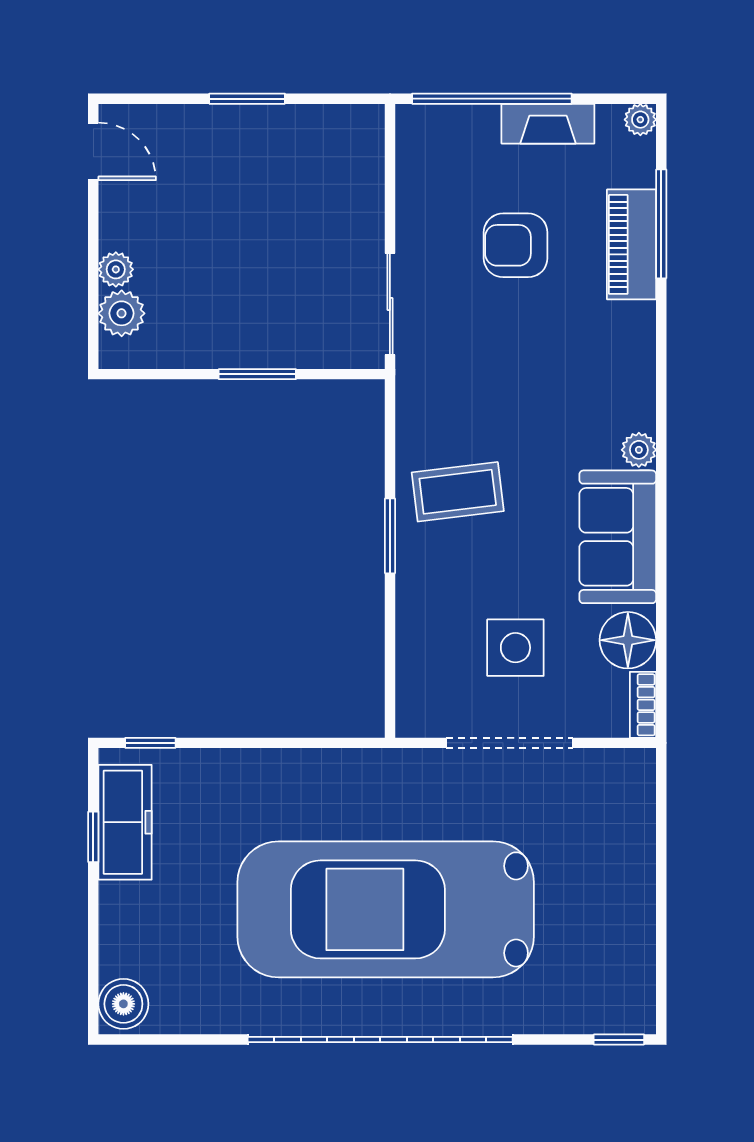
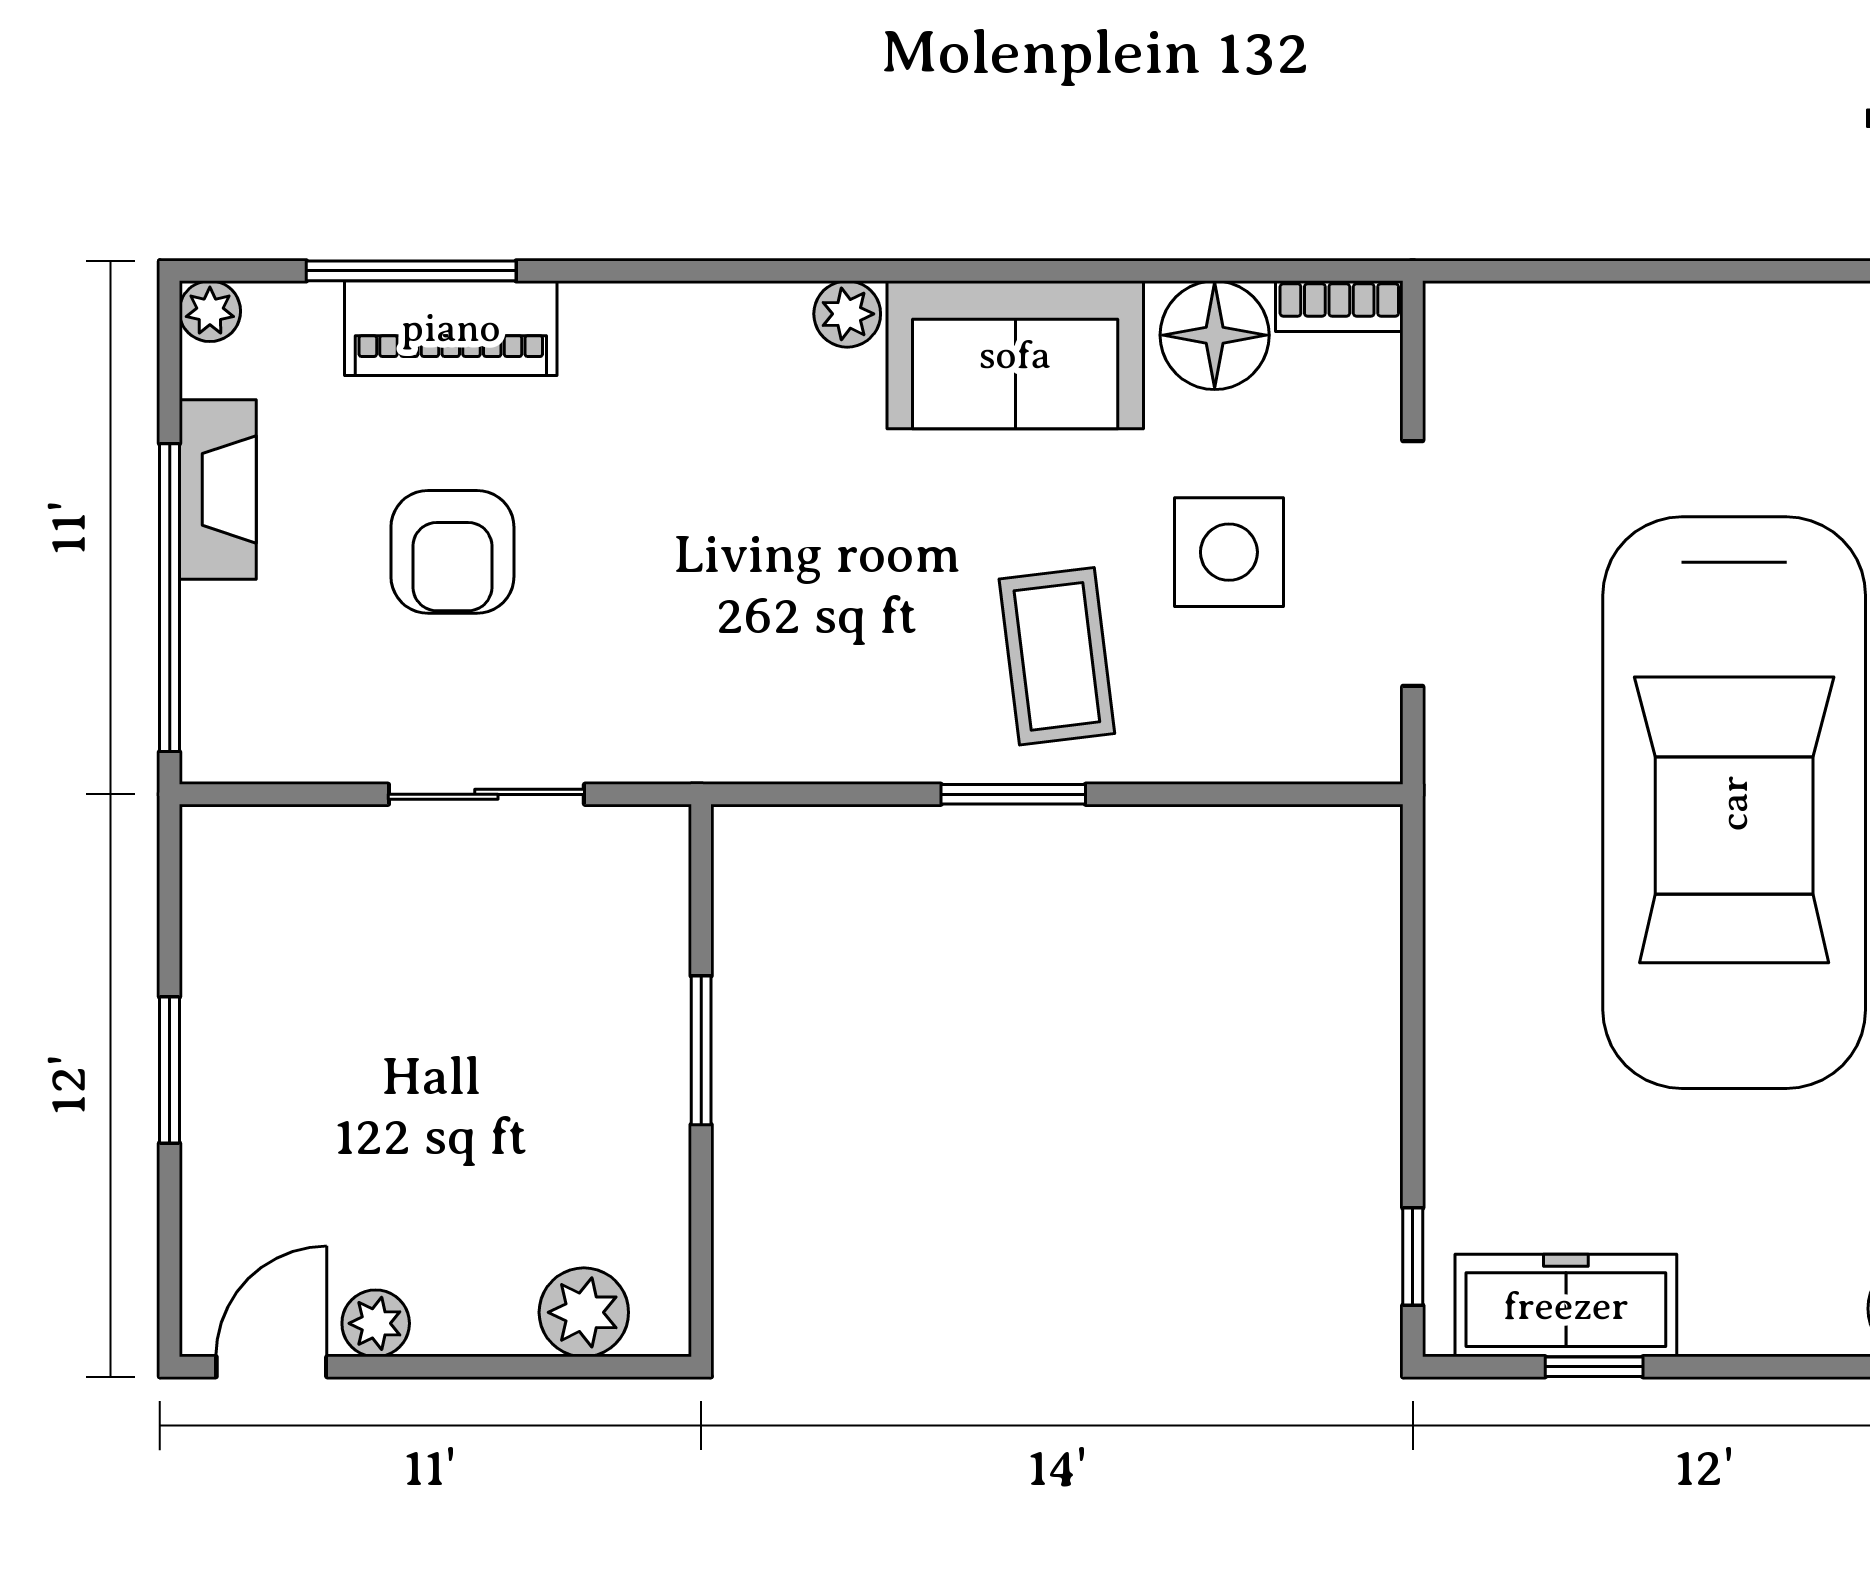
plant: (116, 269) -> (376, 1323), moved
sliding door: (390, 304) -> (486, 794), moved
coffee table: (458, 492) -> (1057, 656), moved

